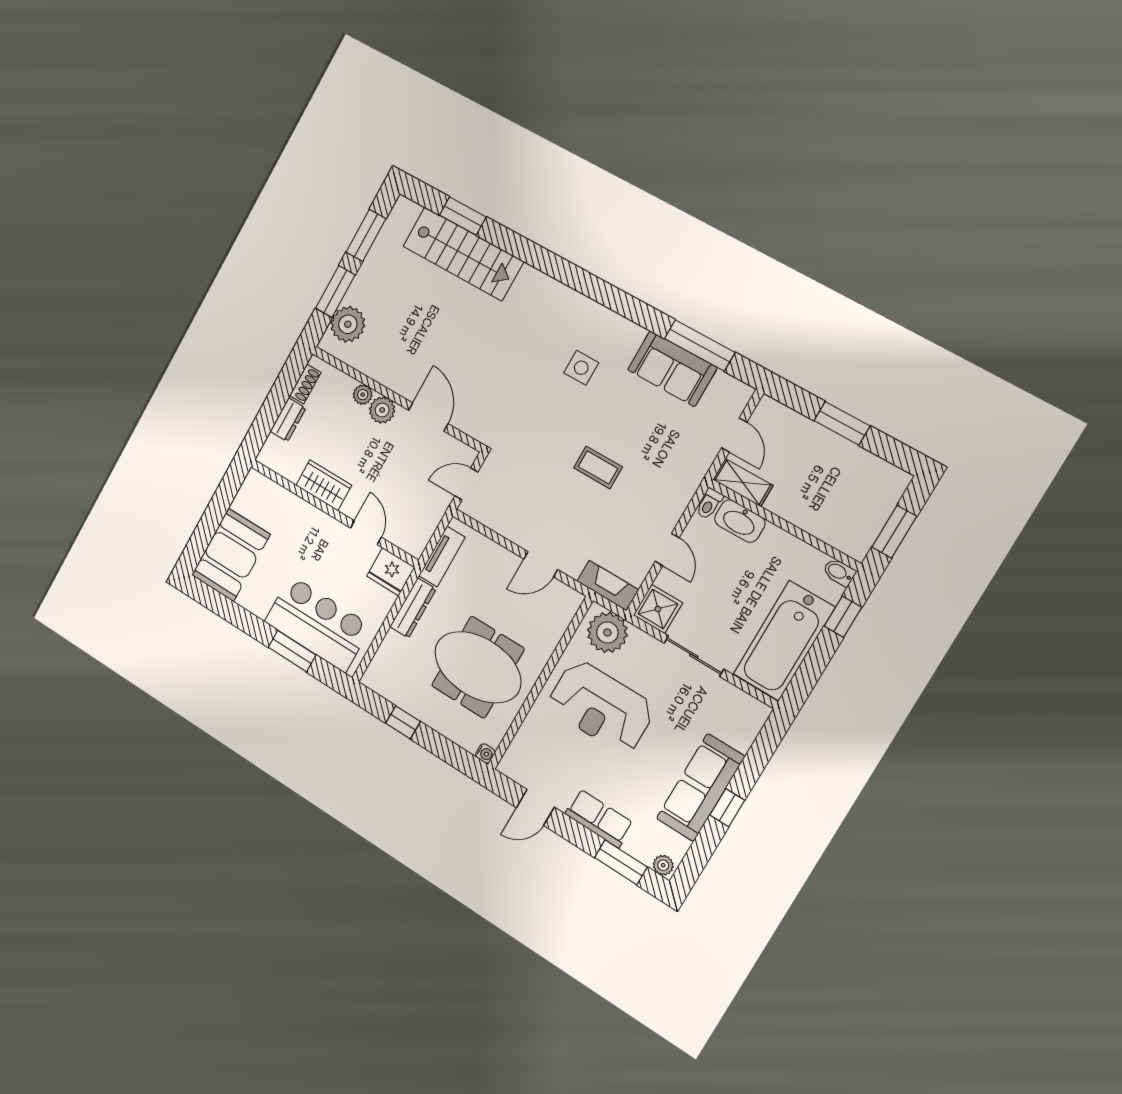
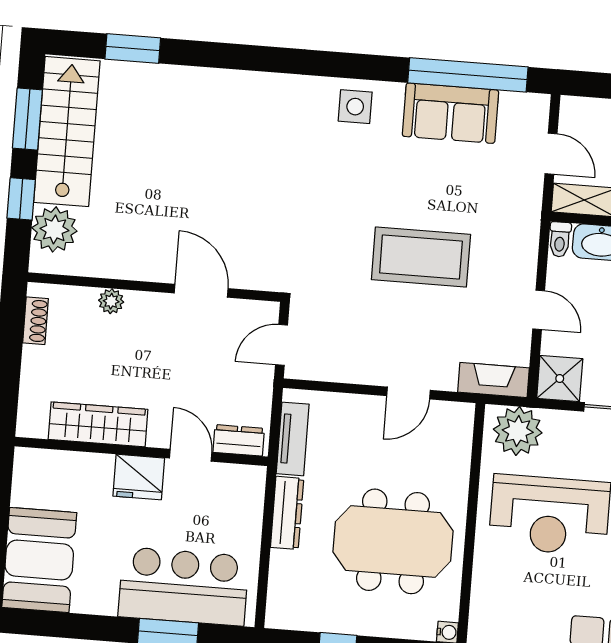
stairs: (463, 254) -> (67, 132), moved, turned -90
window: (335, 292) -> (21, 199), width x0.67
window: (700, 345) -> (468, 75), width x1.46
side table: (581, 368) -> (355, 107), moved
plant: (382, 410) -> (143, 308), removed
dresser: (288, 420) -> (239, 440), moved, turned -90
coffee table: (598, 467) -> (421, 257), width x1.86, depth x1.72
wardrobe: (324, 485) -> (98, 424), width x1.50
fridge: (391, 572) -> (139, 477), moved

